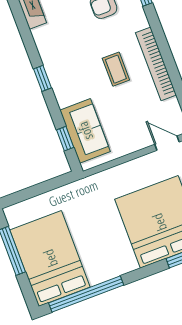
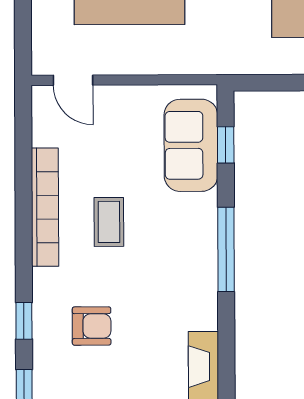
window: (42, 78) -> (226, 249), width x2.17

